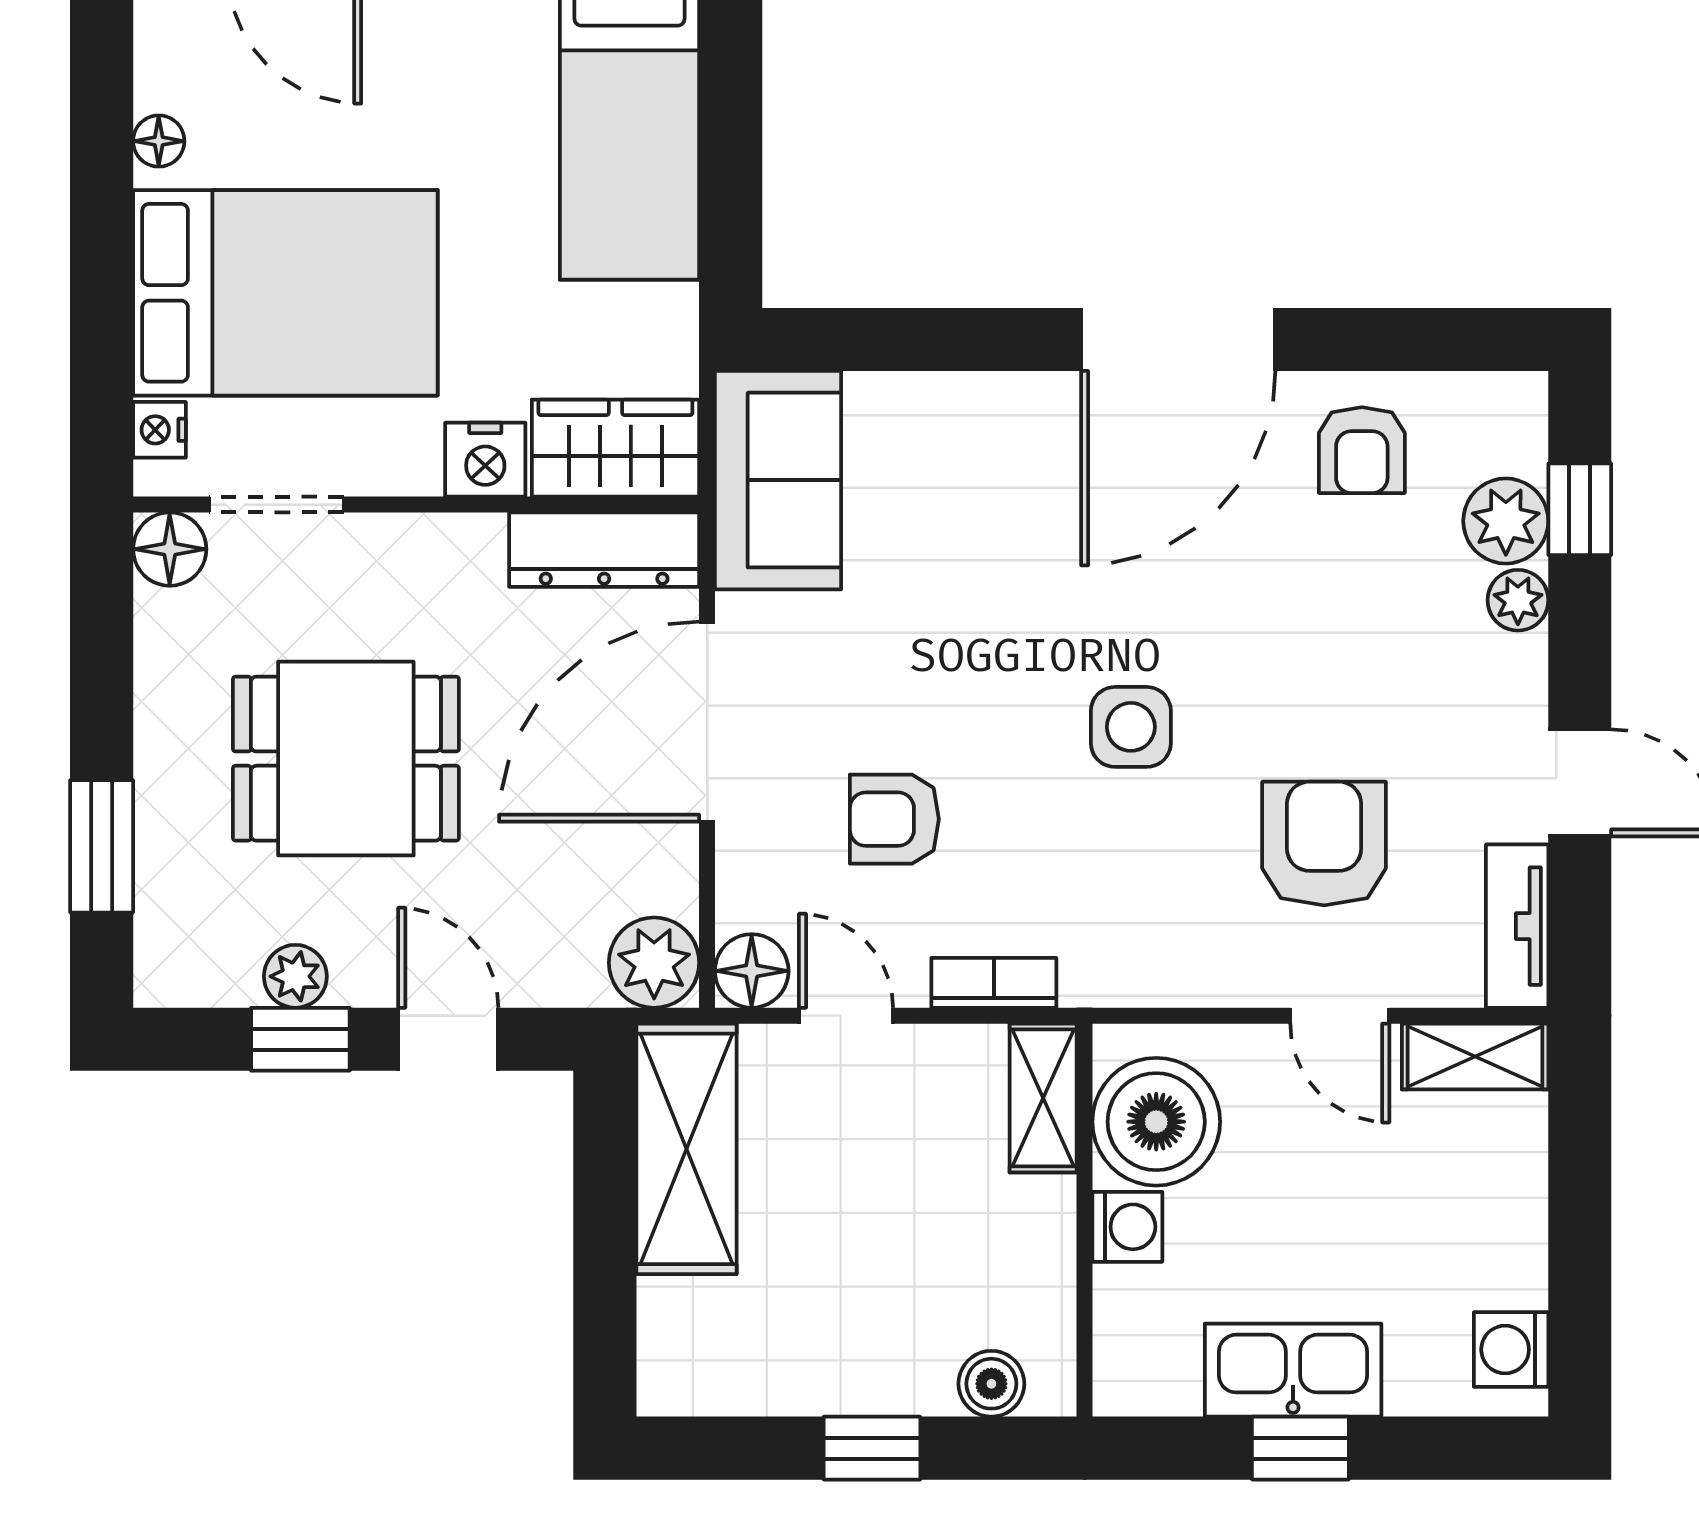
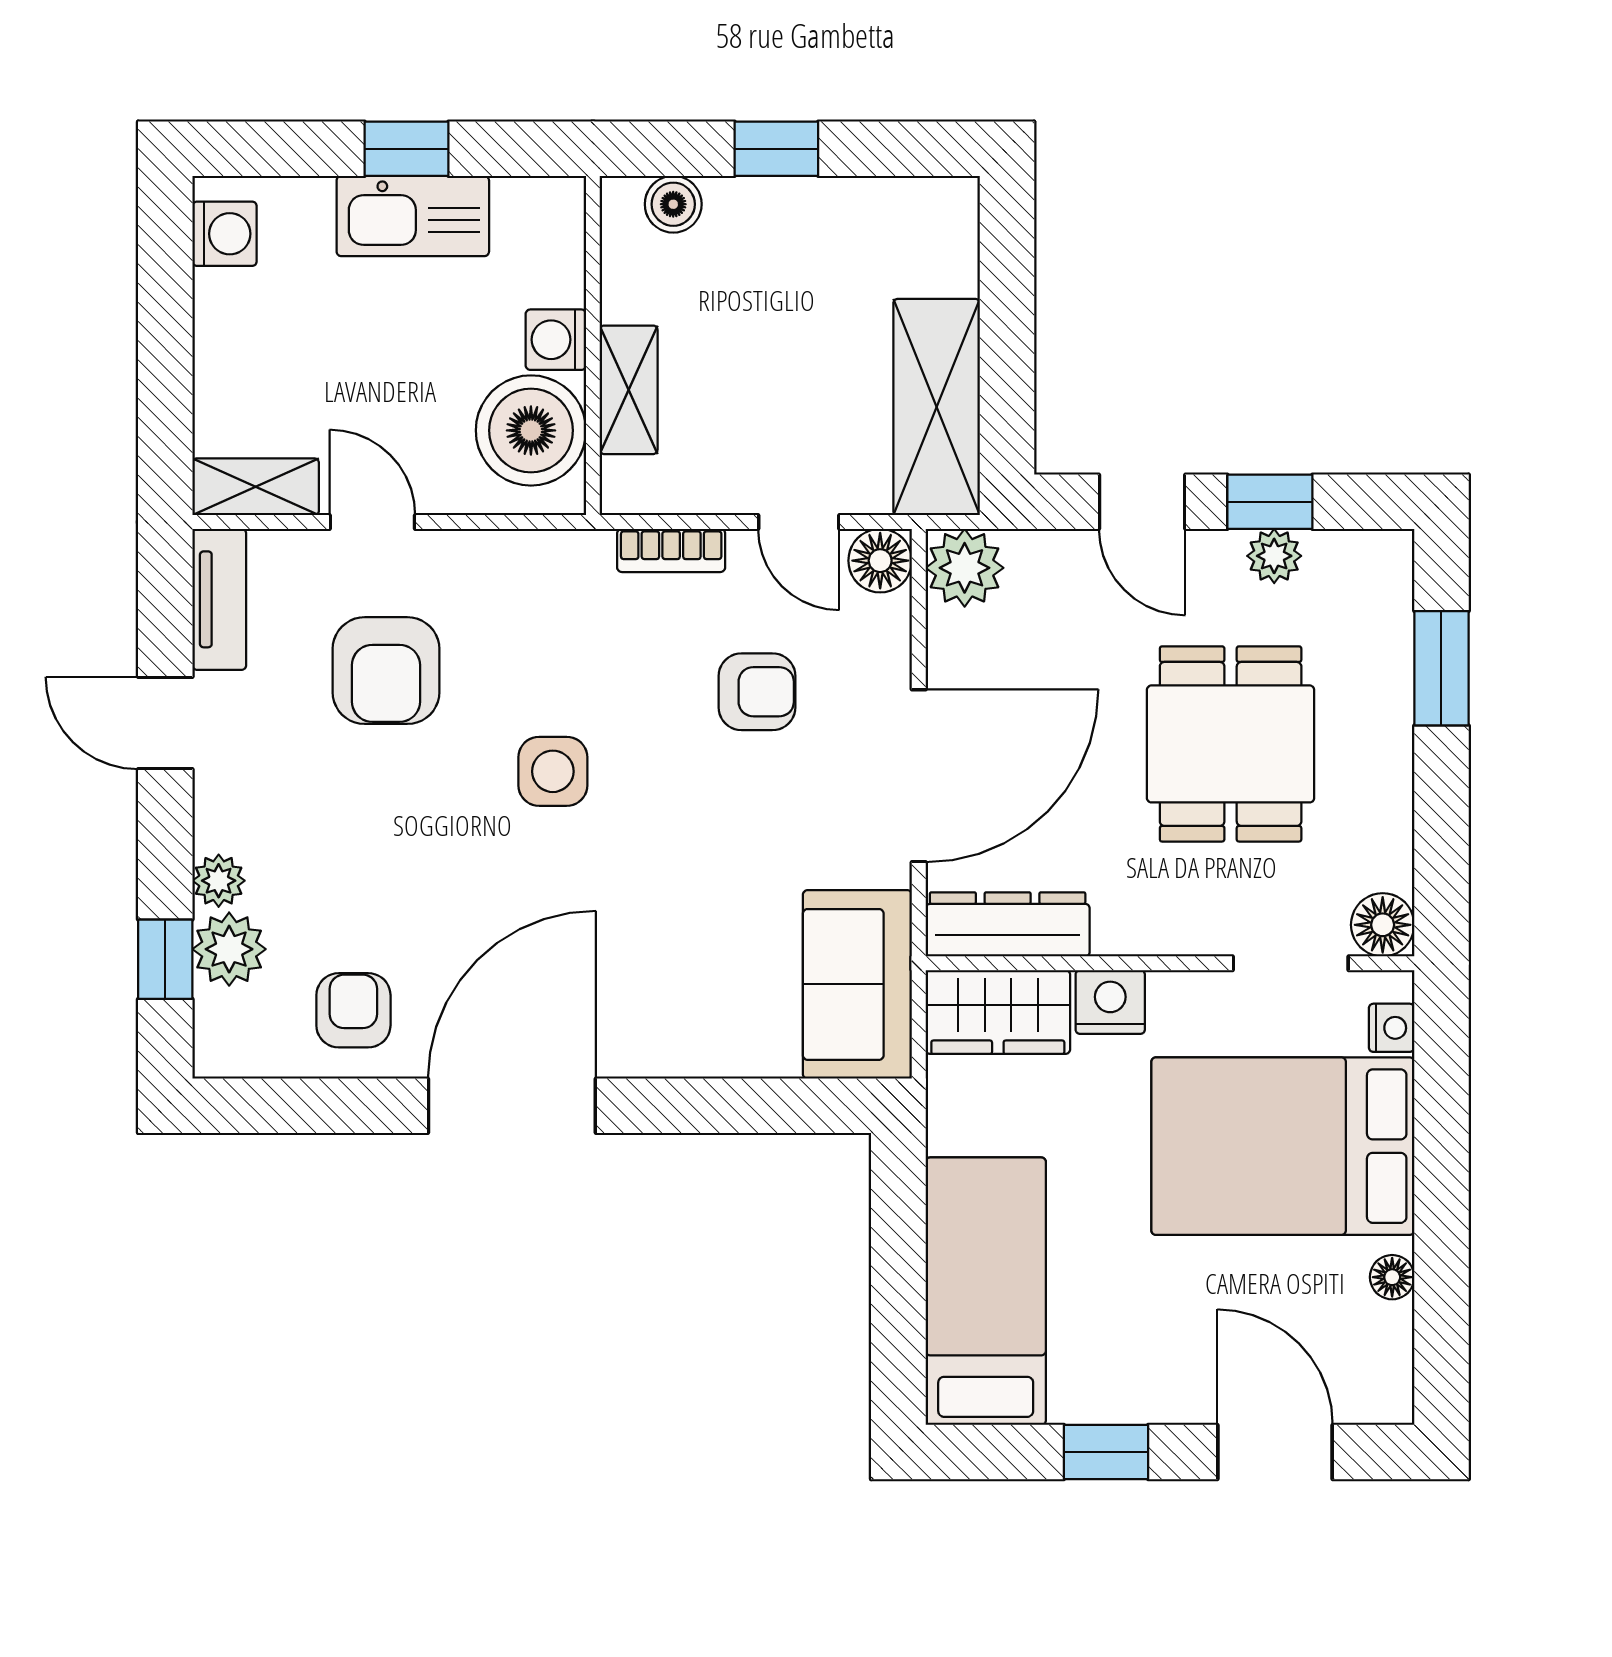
dining table: (346, 759) -> (1231, 744), turned 90
shelving: (1043, 1098) -> (629, 390), moved

